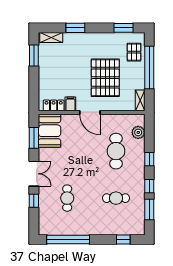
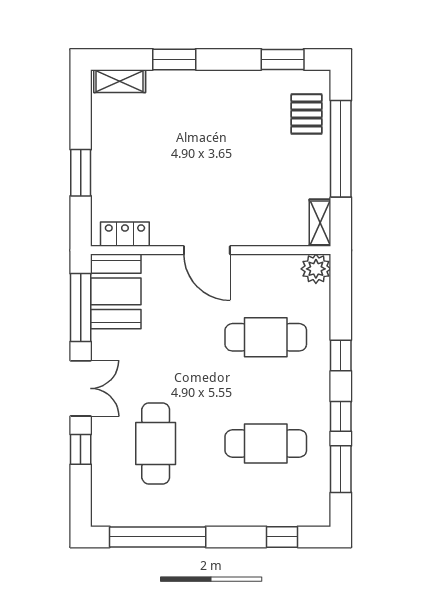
window: (34, 56) -> (81, 173), moved
pallet: (105, 78) -> (242, 172), removed
filing cabinet: (70, 104) -> (163, 231), removed
plant: (138, 132) -> (316, 269), moved
window: (34, 138) -> (81, 308), width x1.44
cafe table: (116, 151) -> (266, 337), turned 90
cafe table: (67, 198) -> (156, 443), width x1.37, depth x1.35
cafe table: (116, 198) -> (266, 443), width x1.37, depth x1.35

